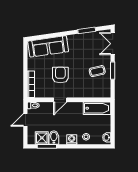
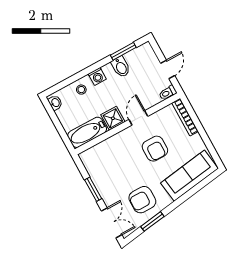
armchair: (86, 47) -> (142, 200), added
coffee table: (97, 71) -> (112, 178), removed
shower: (42, 138) -> (113, 118), moved

